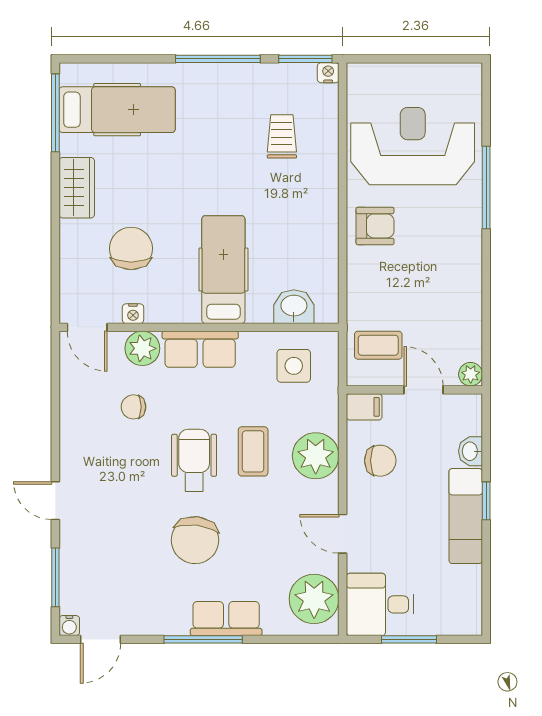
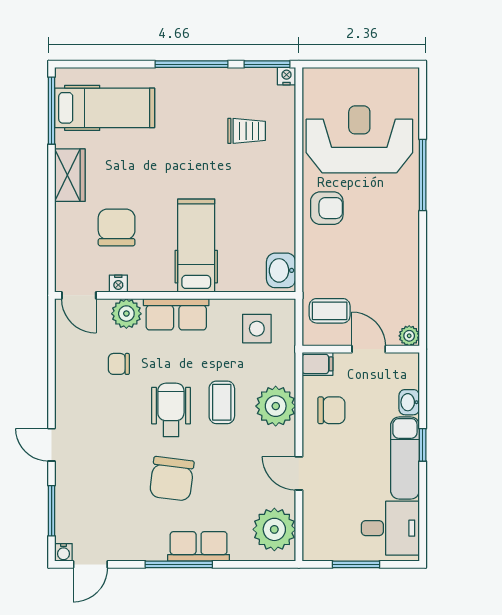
trolley: (282, 136) -> (247, 131), turned 90
washbasin: (294, 307) -> (281, 270), moved, turned -90
desk: (380, 604) -> (390, 528), moved, turned 180

